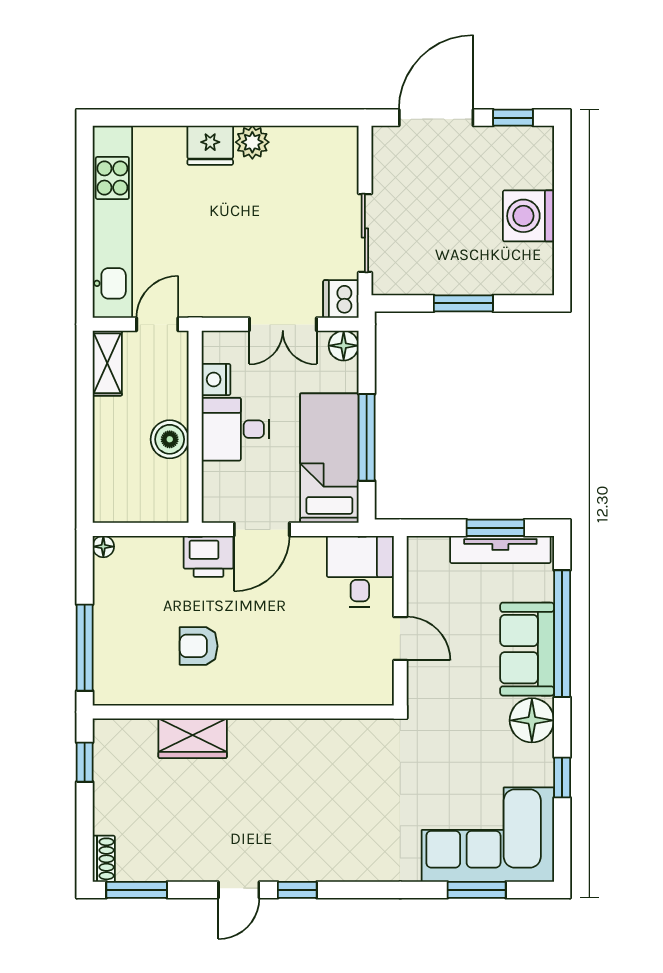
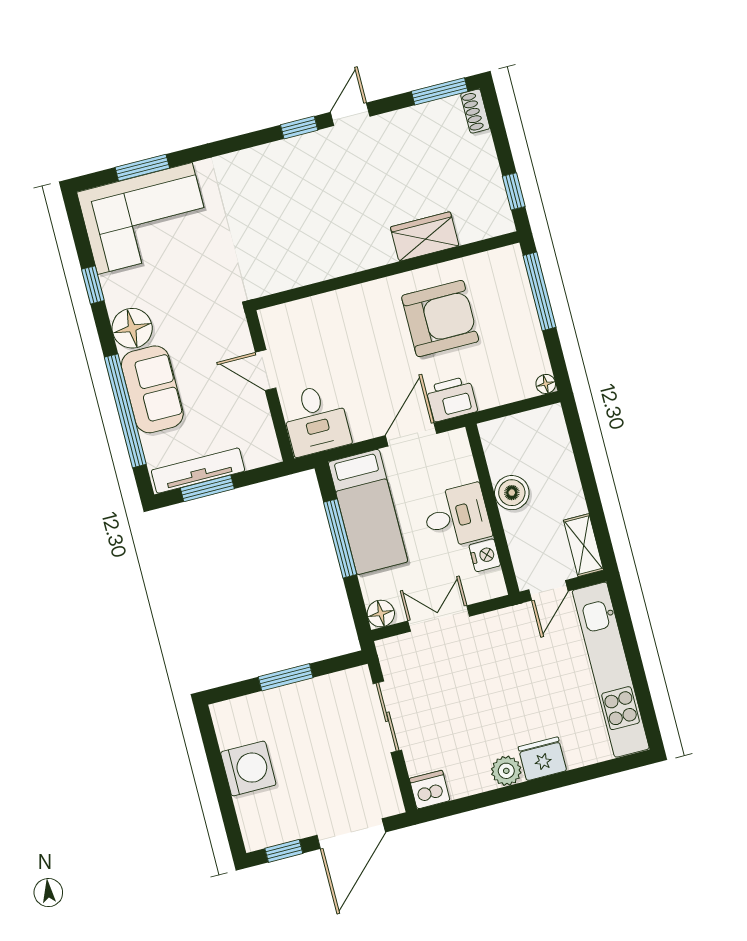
dishwasher: (341, 299) -> (430, 790), moved, turned -90
armchair: (199, 646) -> (440, 319), width x1.88, depth x1.88

